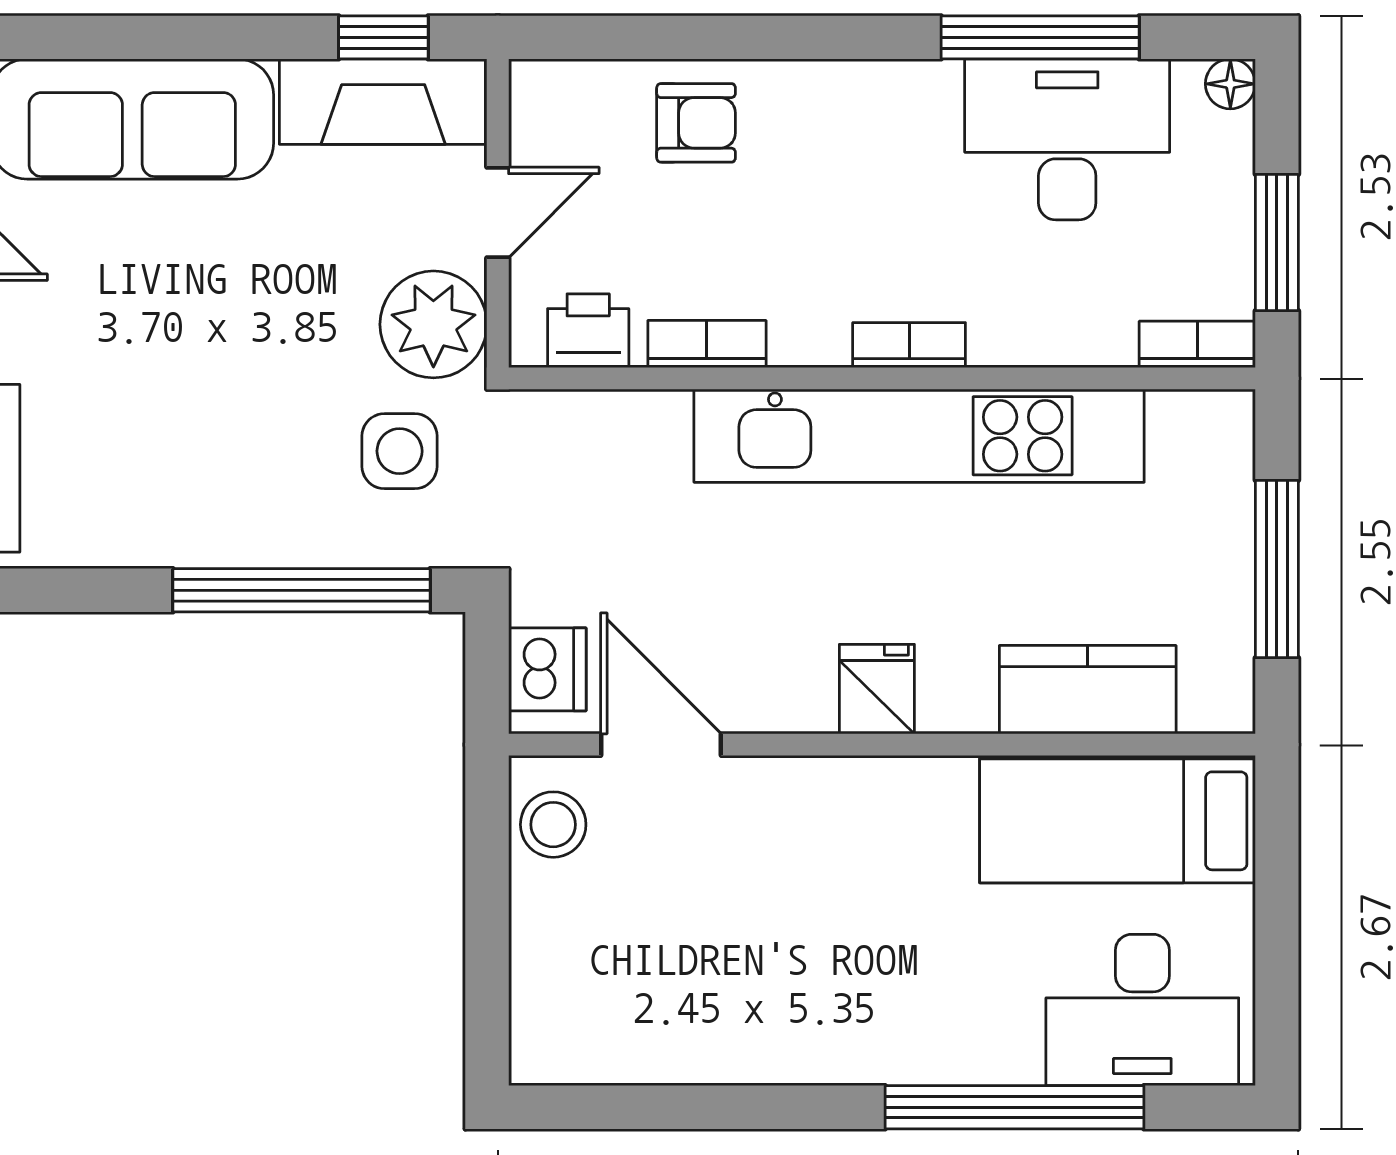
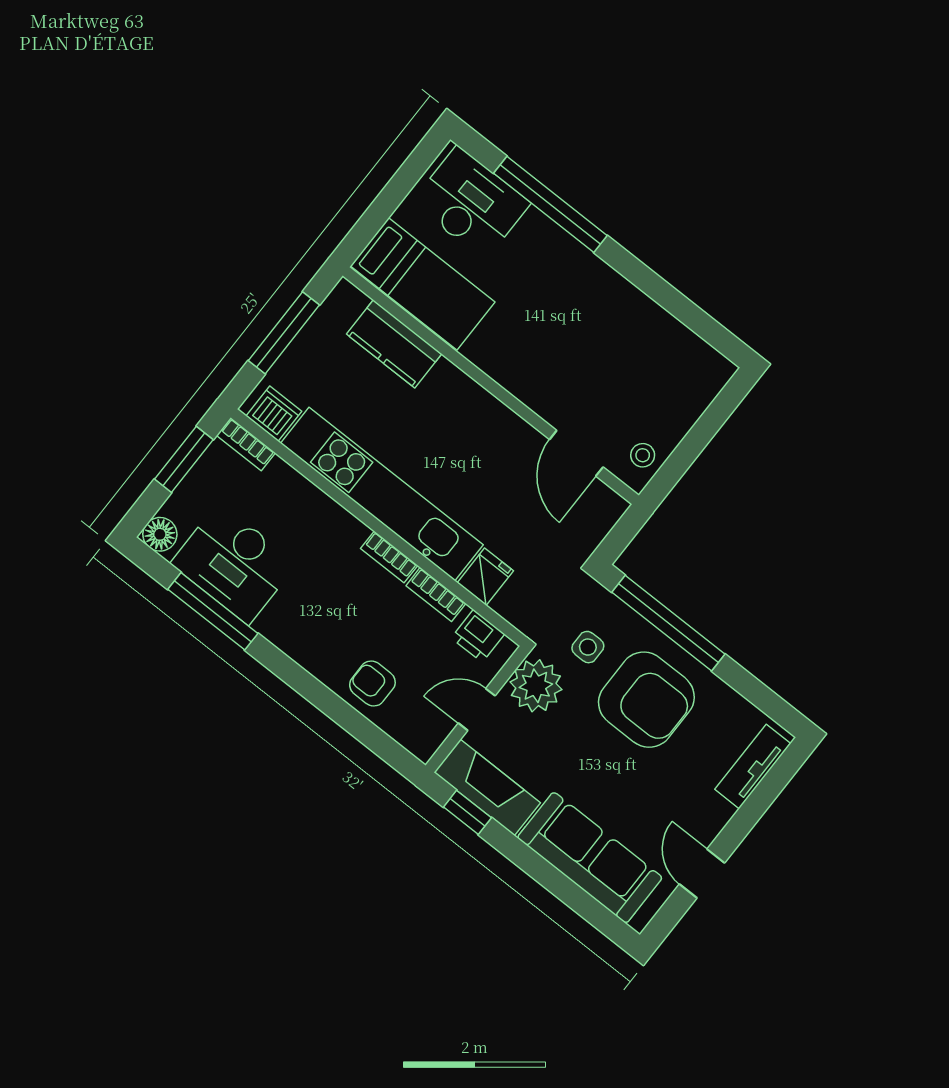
floor lamp: (1230, 84) -> (160, 534), width x1.37, depth x1.37
bookcase: (909, 345) -> (389, 557), moved
armchair: (240, 441) -> (646, 700), added
side table: (400, 451) -> (588, 647), width x0.73, depth x0.73
dishwasher: (547, 669) -> (274, 414), moved, turned 90
fridge: (877, 689) -> (485, 577), moved, turned 180
stool: (553, 825) -> (643, 455), width x0.73, depth x0.73

